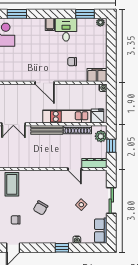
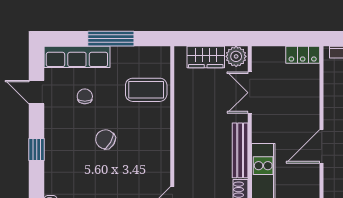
window: (62, 248) -> (37, 149), moved

